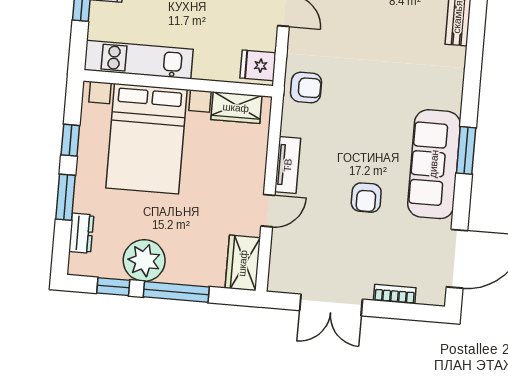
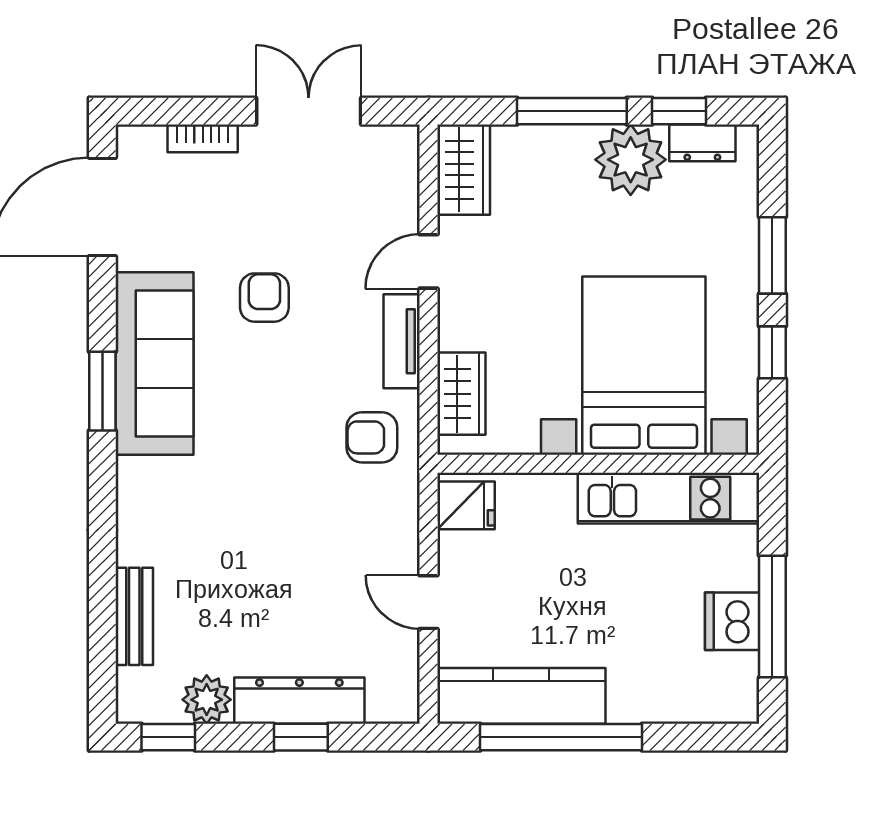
armchair: (306, 88) -> (372, 437), moved
wardrobe: (236, 108) -> (461, 394), moved, turned 90
dresser: (81, 233) -> (702, 143), moved, turned -90

